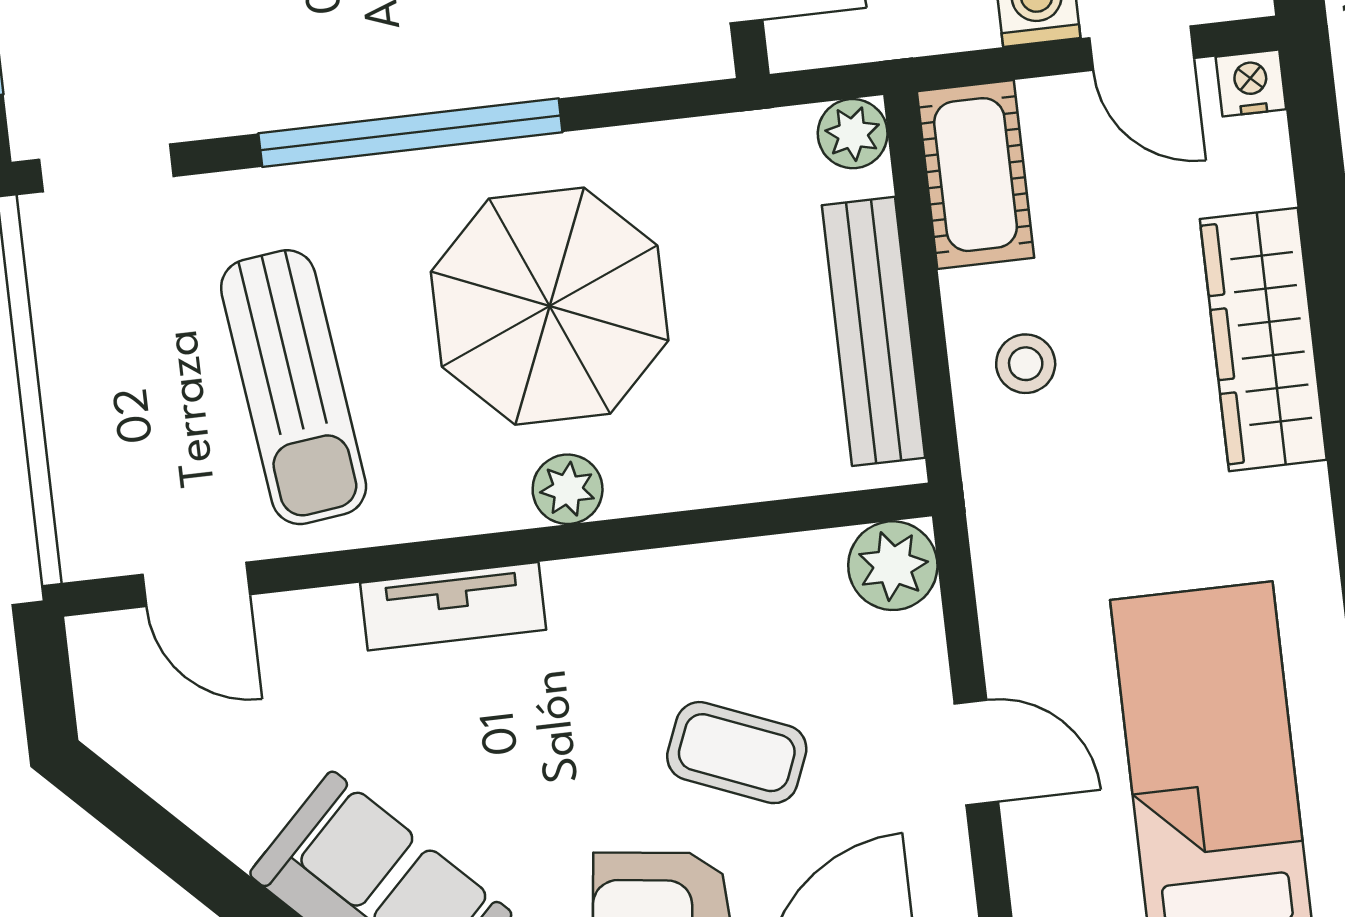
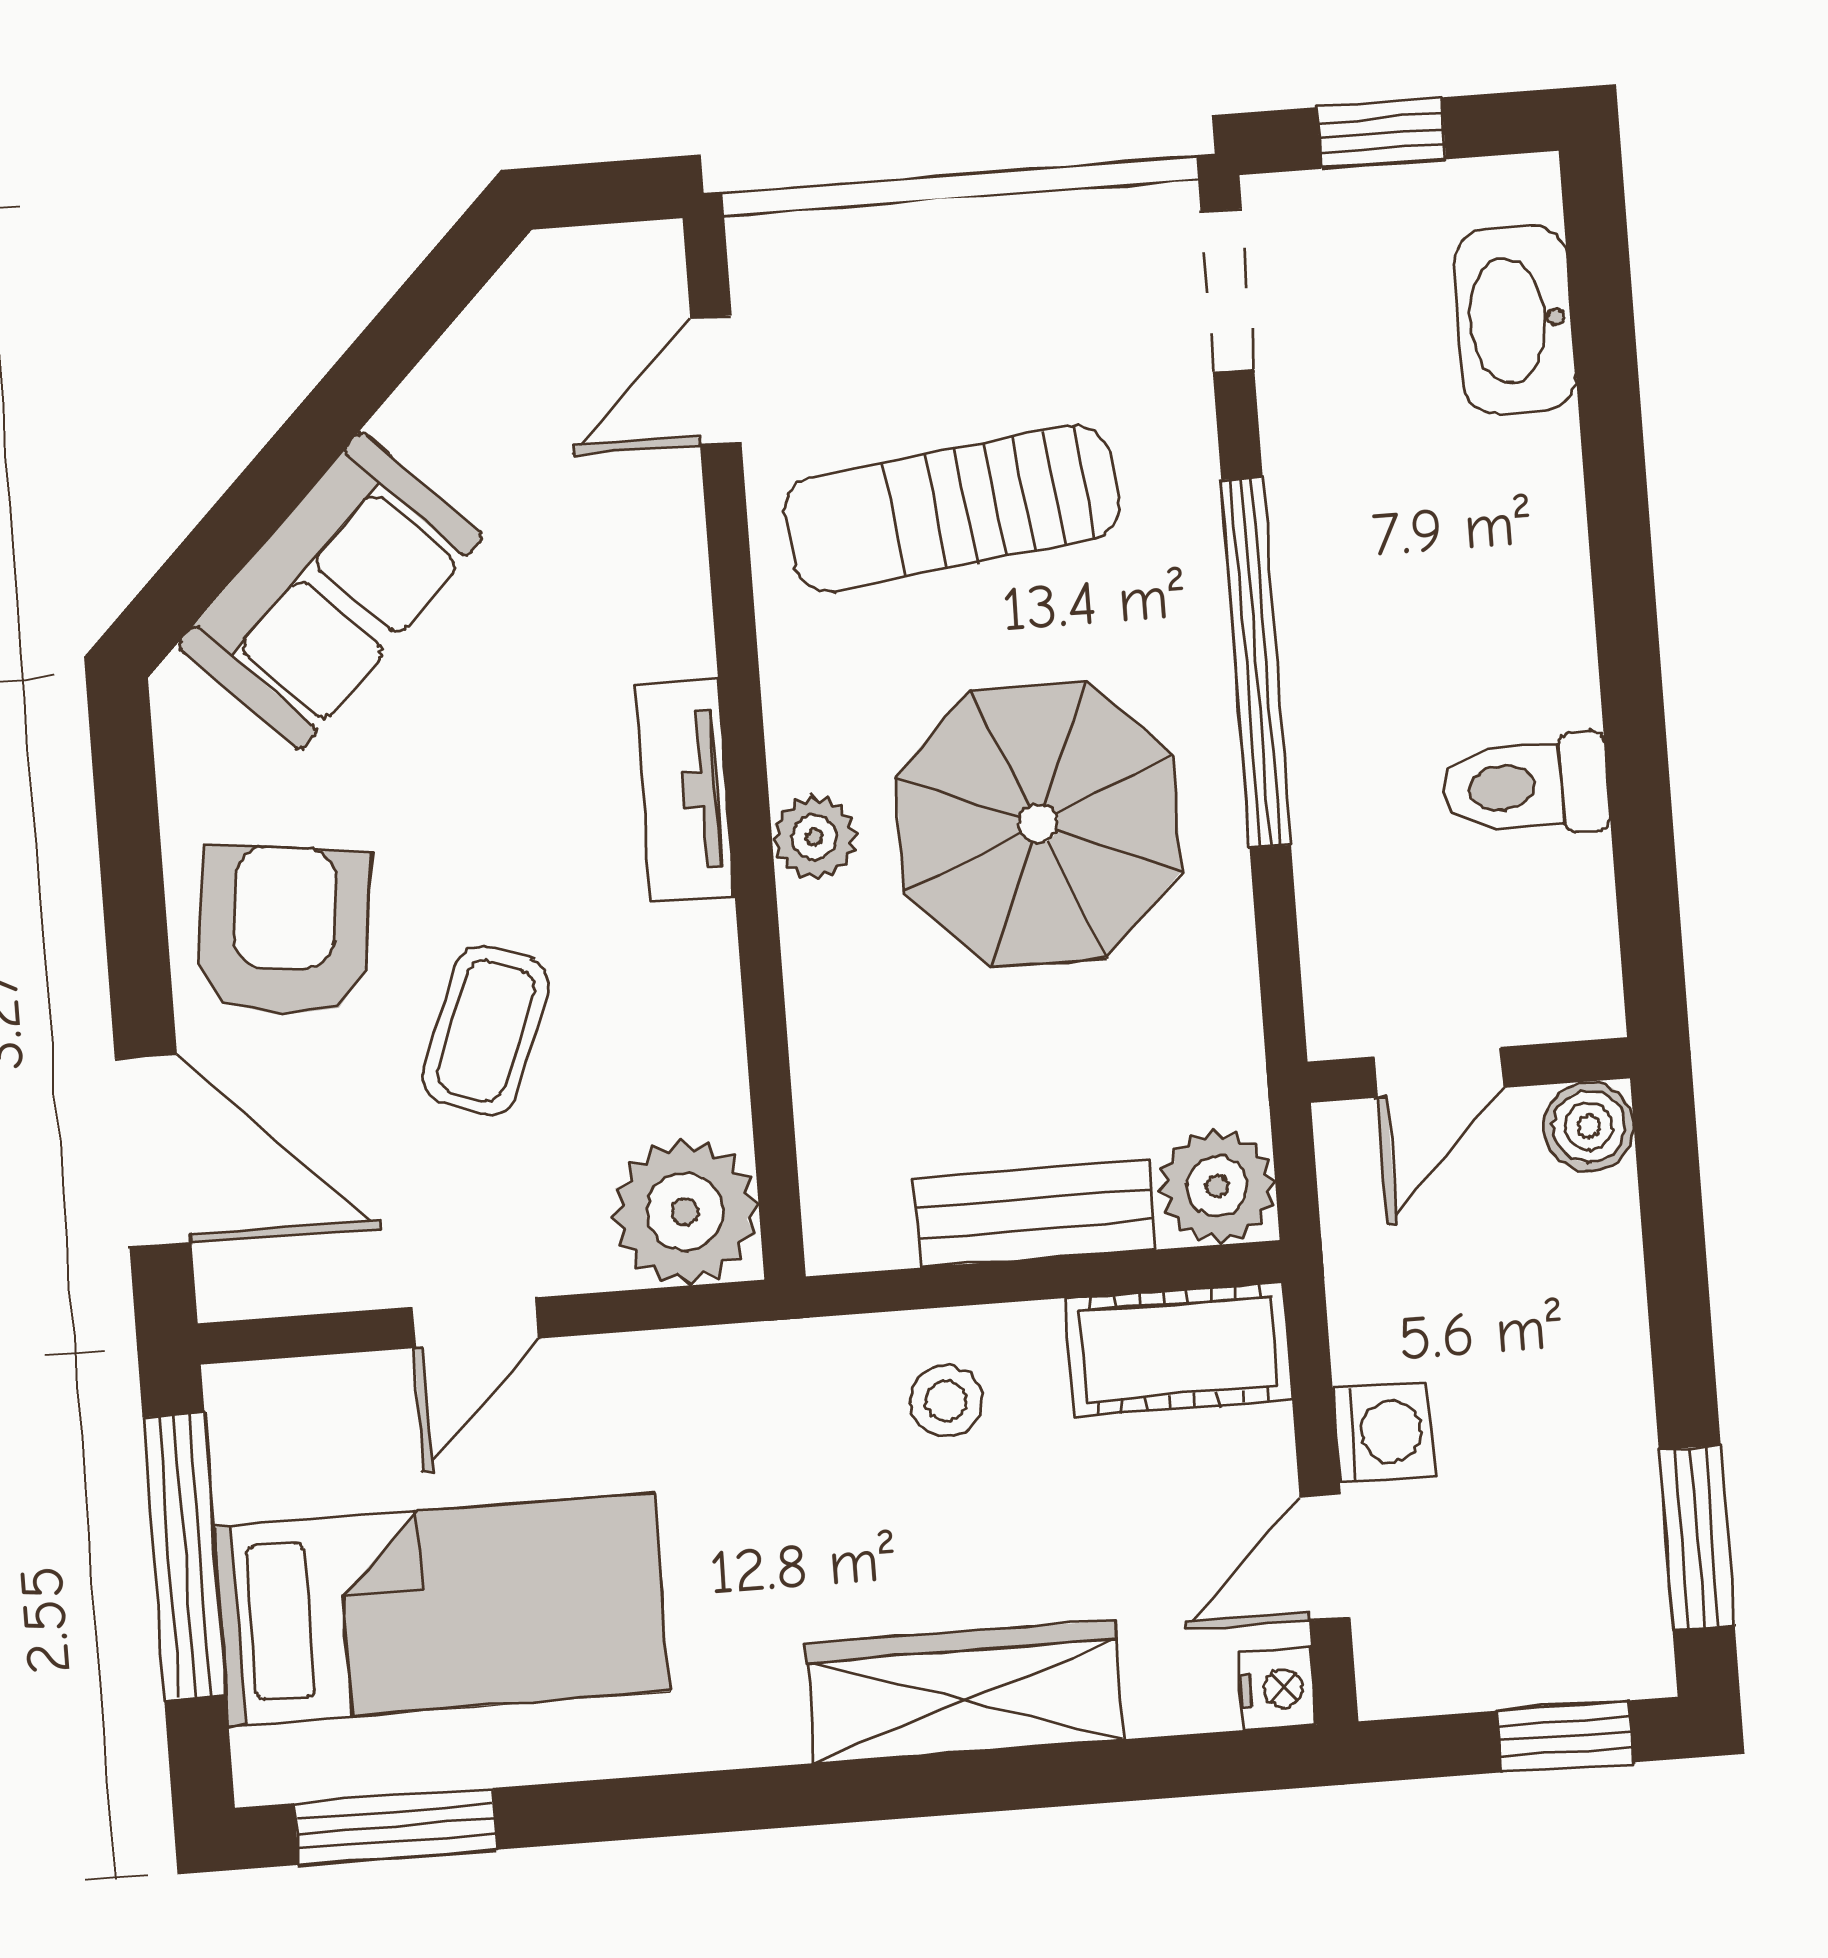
plant: (853, 134) -> (1217, 1186), width x1.38, depth x1.38
bench: (873, 331) -> (1035, 1214), width x0.73
plant: (893, 566) -> (685, 1212), width x1.36, depth x1.36
tv unit: (453, 606) -> (685, 790), moved

